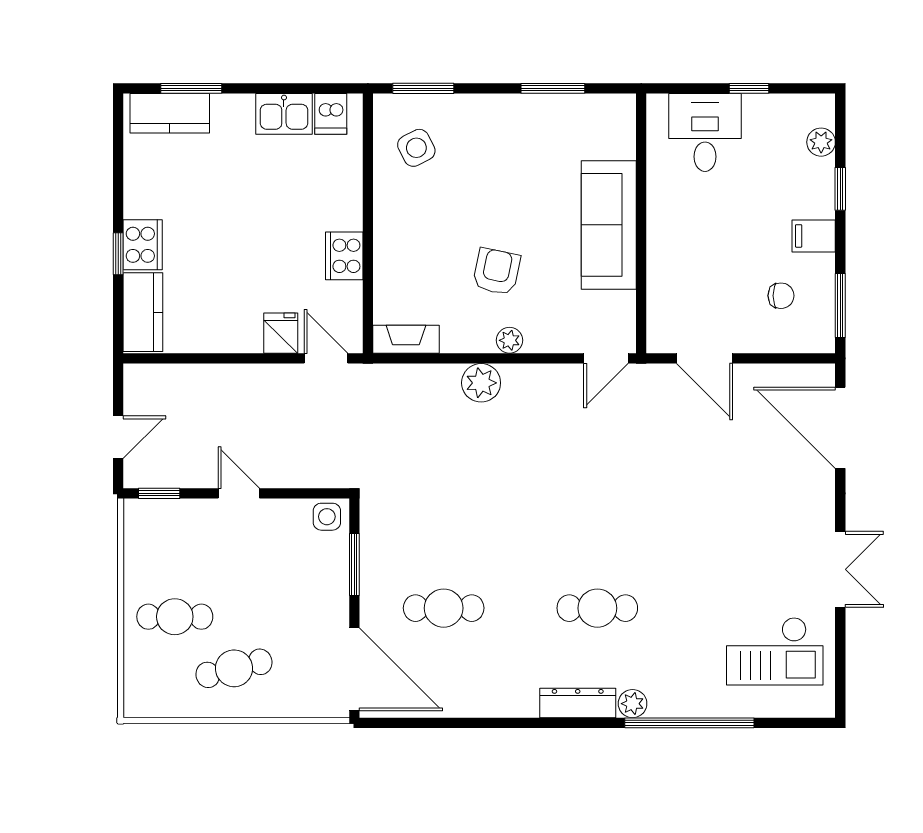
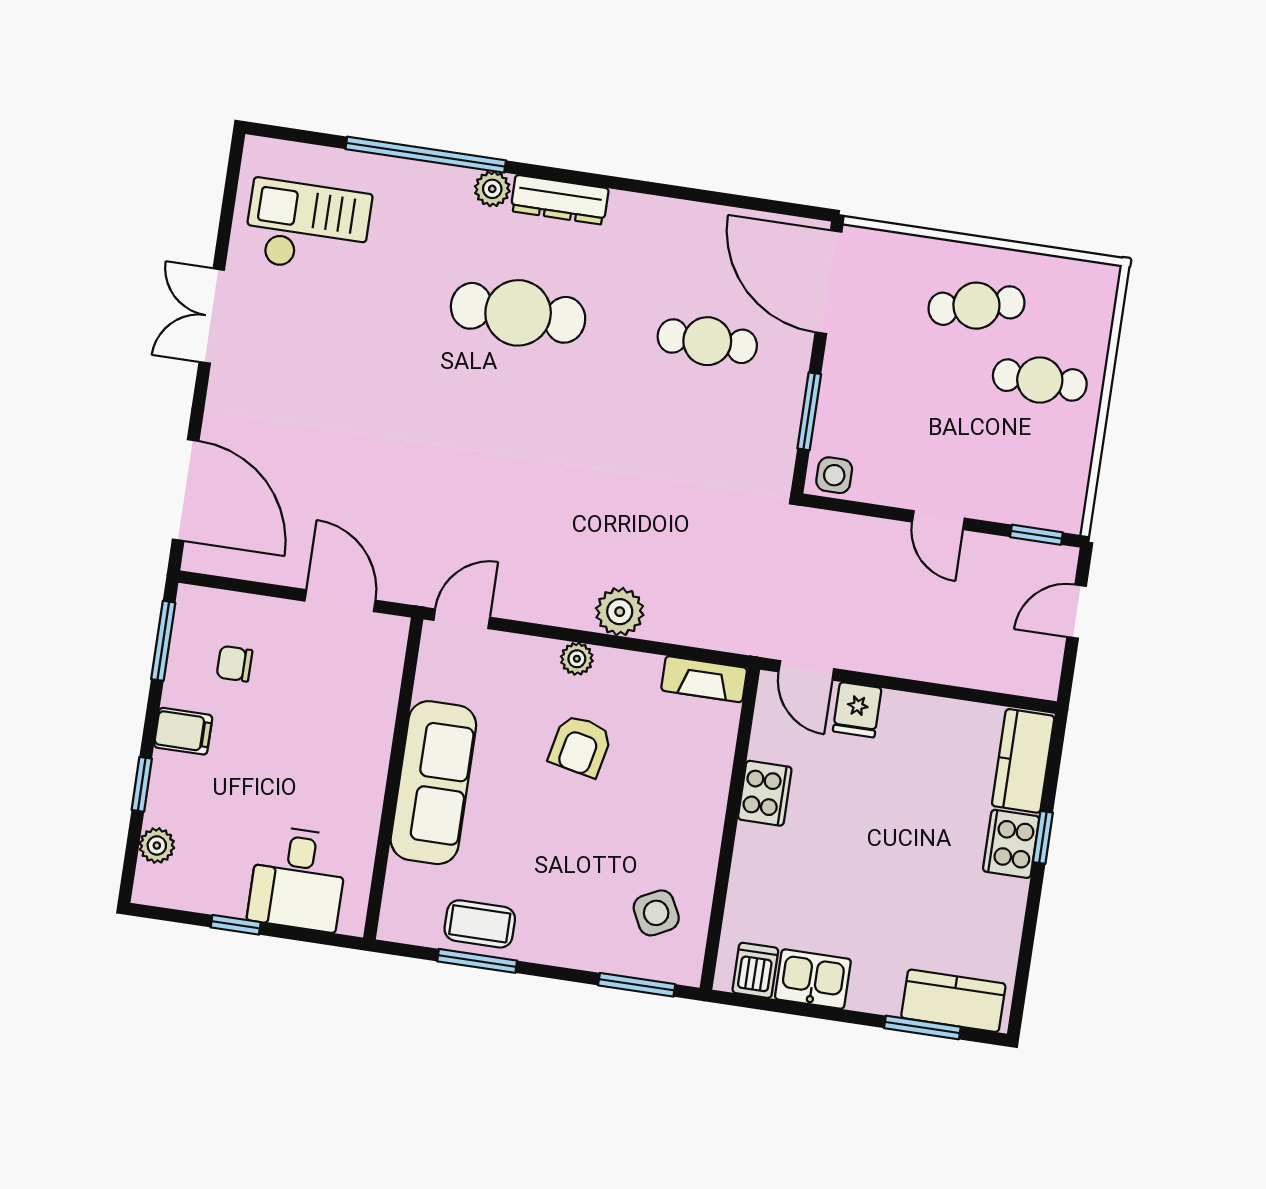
coffee table: (555, 118) -> (480, 924), added
cafe table: (597, 608) -> (518, 313), width x1.37, depth x1.35

